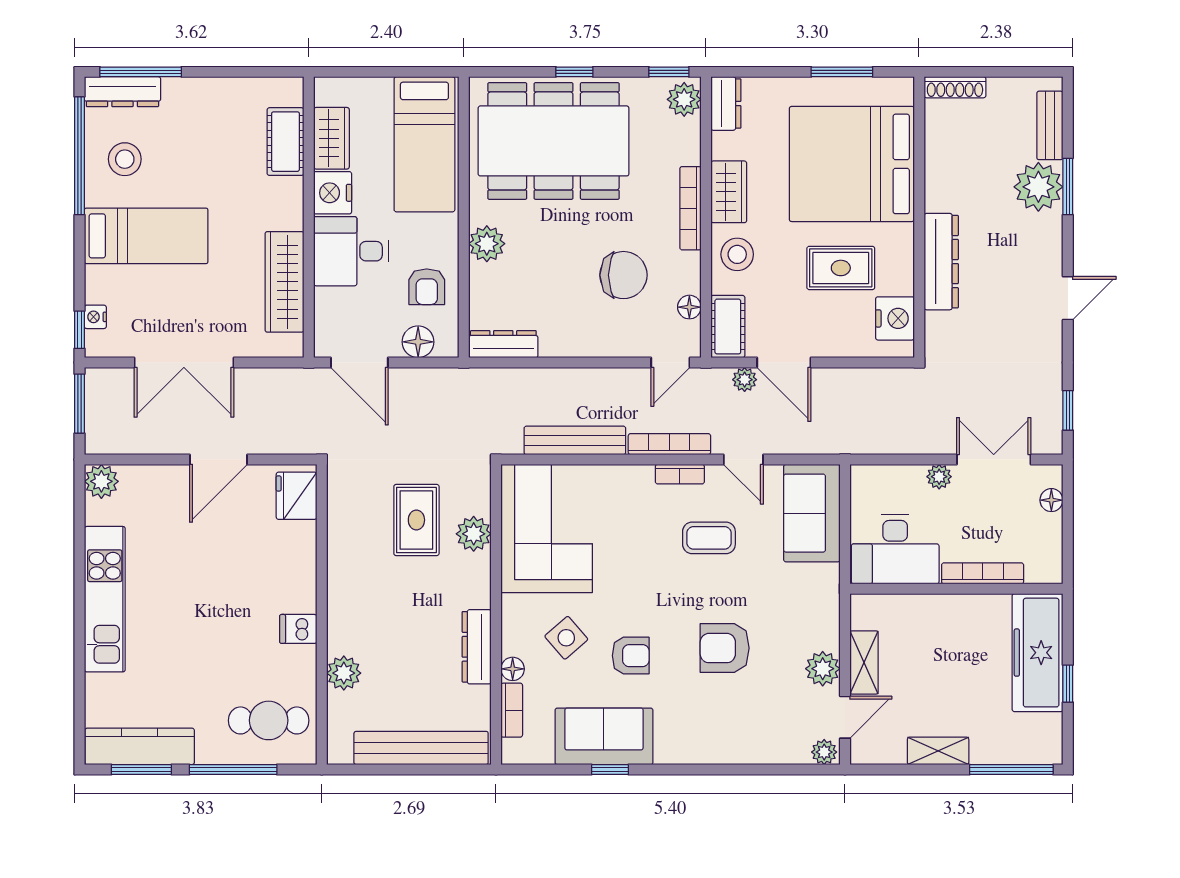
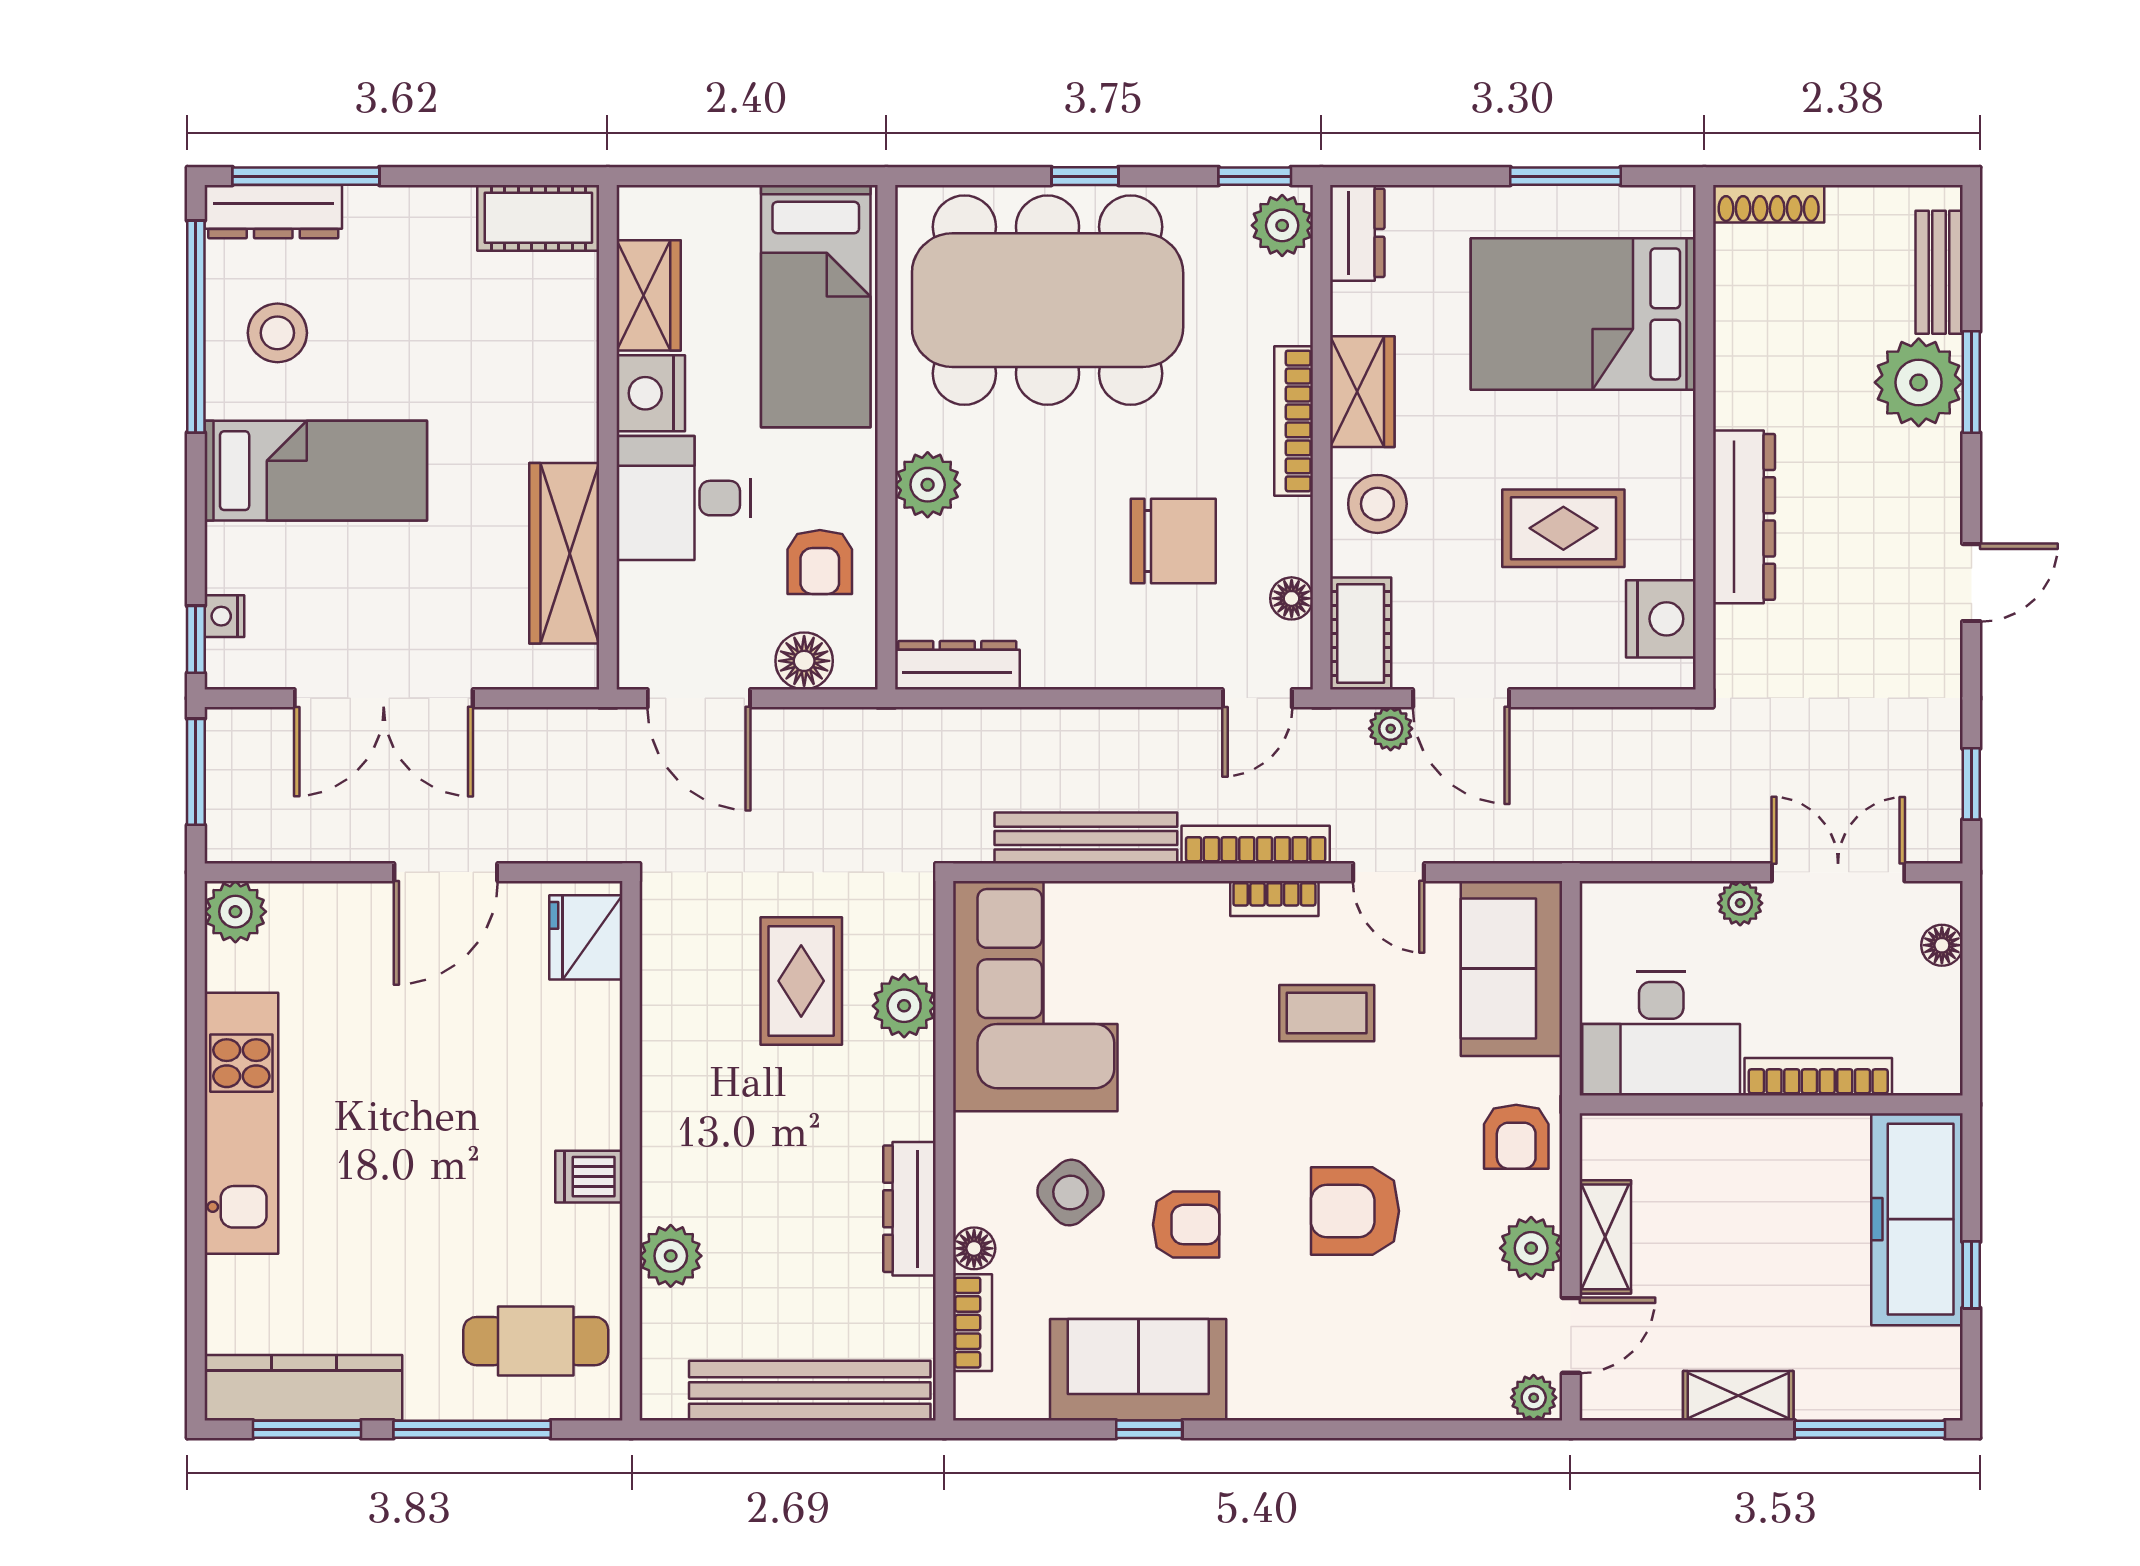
cot: (285, 142) -> (538, 218), moved, turned 90
bed: (852, 164) -> (1583, 314), width x0.73
armchair: (814, 607) -> (1516, 1137), added

